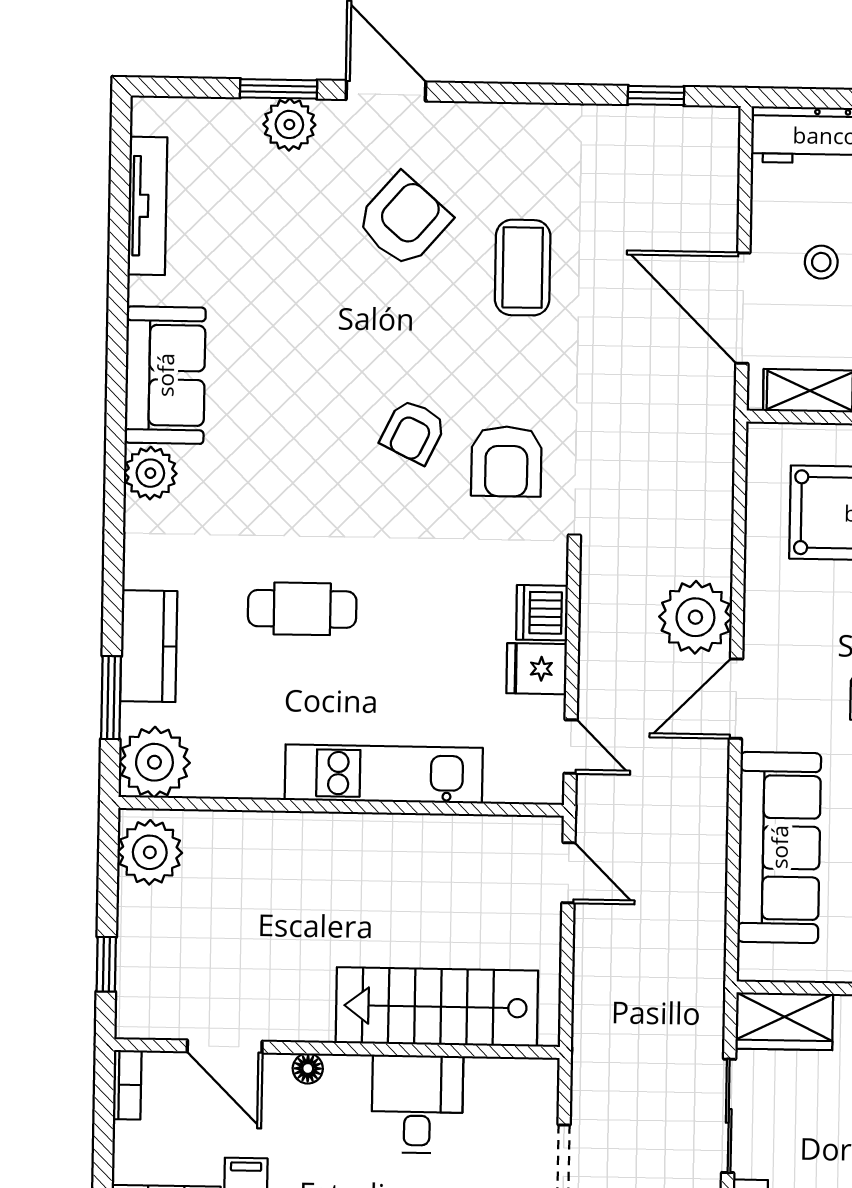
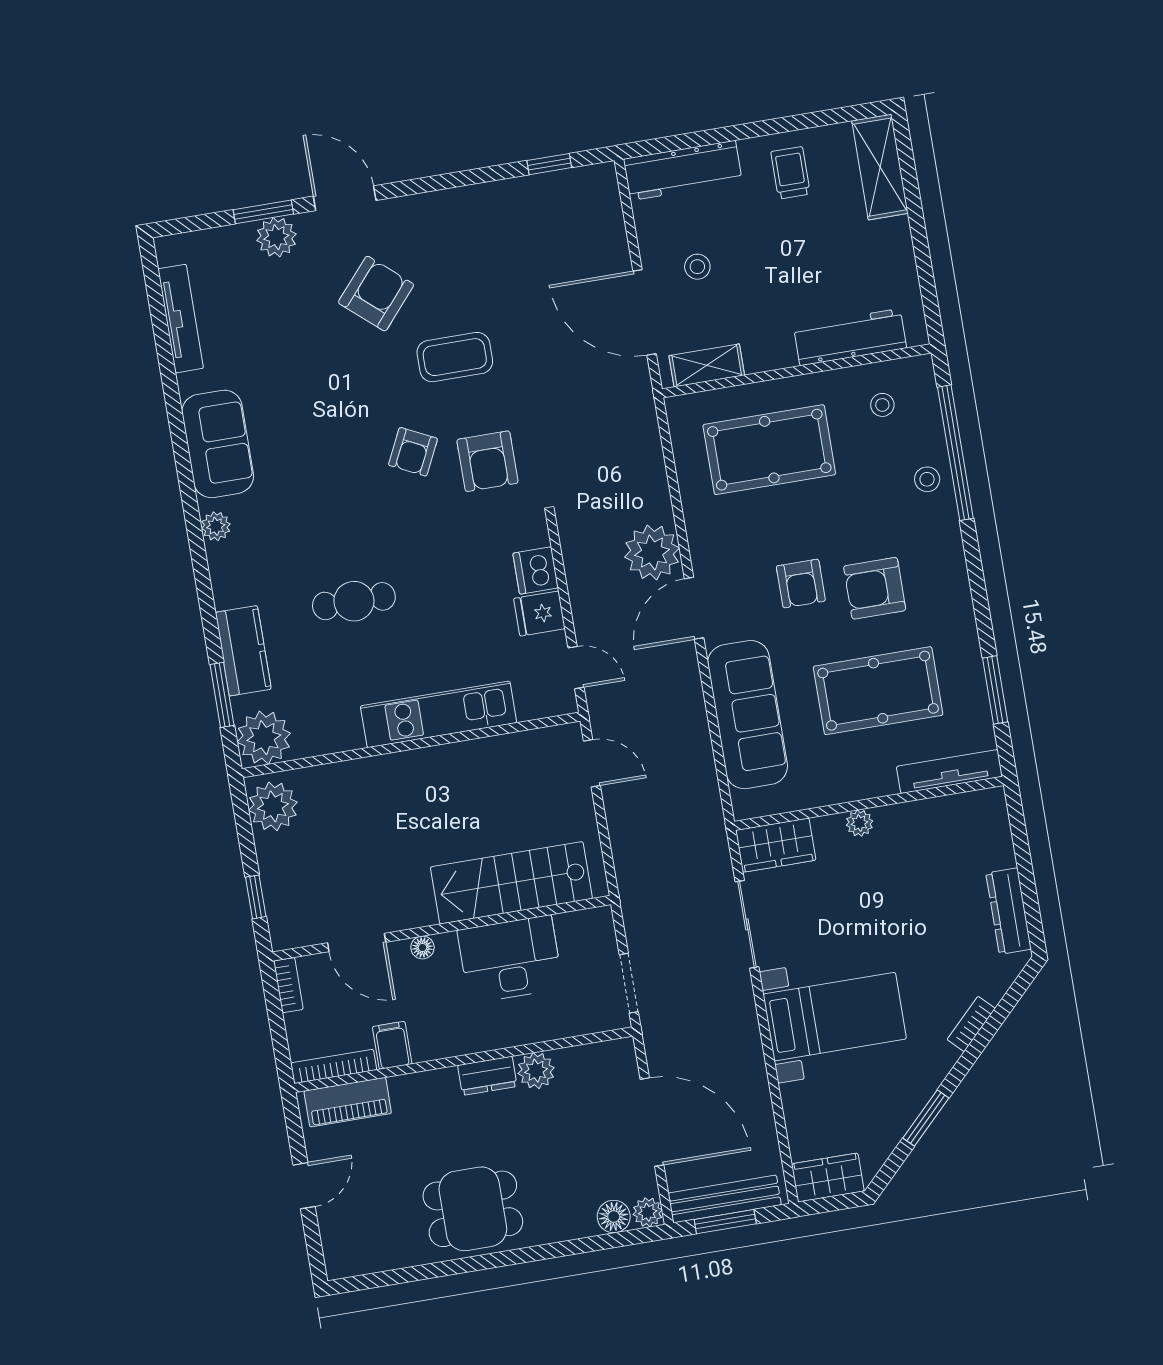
coffee table: (523, 268) -> (455, 357), moved, turned 90
plant: (150, 473) -> (216, 526), width x0.73, depth x0.73
desk: (417, 1104) -> (510, 959), width x1.37

